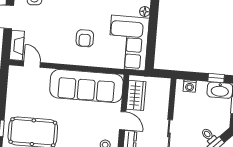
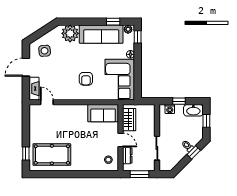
window: (216, 78) -> (179, 101), moved
sofa: (86, 86) -> (103, 113), width x0.54, depth x0.79

